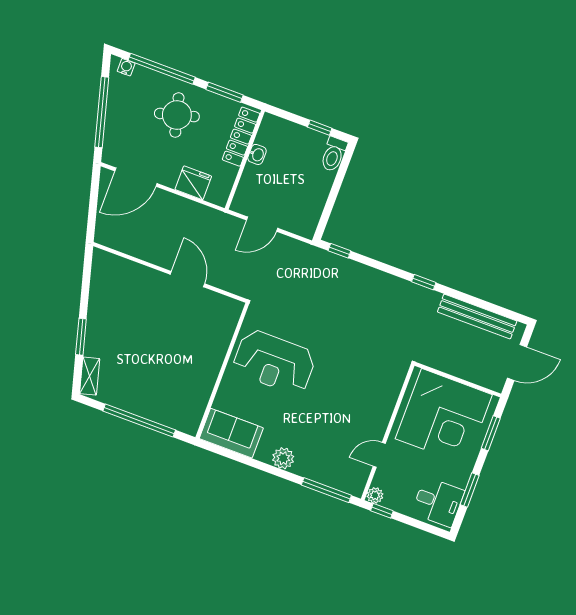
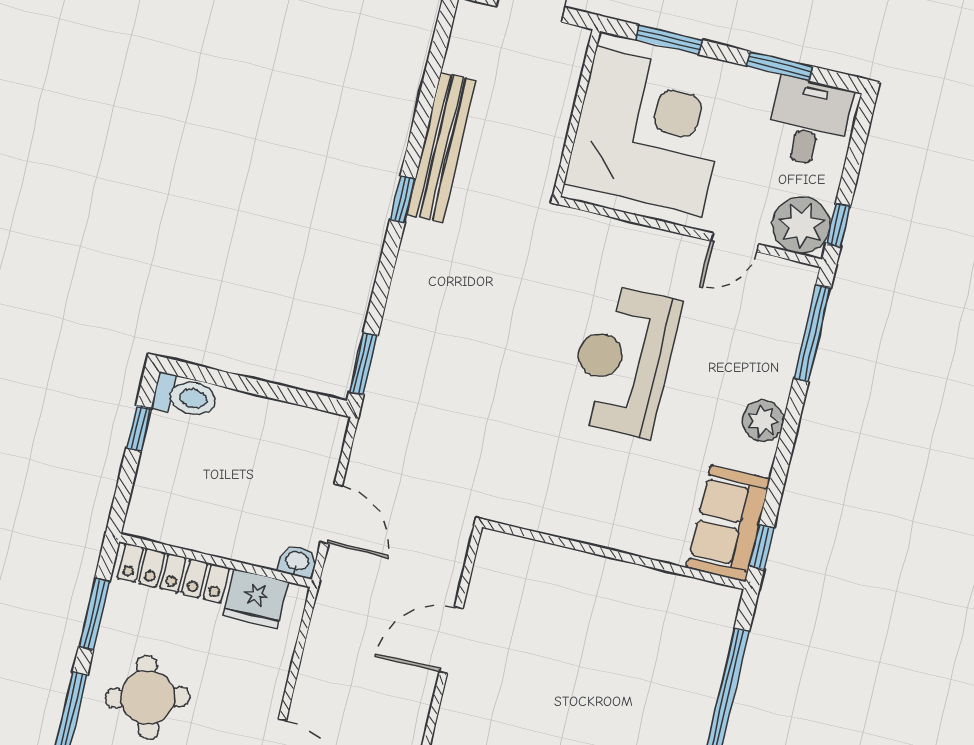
washbasin: (257, 154) -> (297, 562), moved
fridge: (193, 183) -> (255, 598), moved, turned -90
window: (339, 251) -> (364, 363), width x1.50
bench: (477, 316) -> (441, 147), moved
reception desk: (274, 362) -> (623, 360), moved, turned 180
window: (217, 449) -> (762, 547), added
door: (379, 455) -> (735, 243), hinge flipped
plant: (375, 495) -> (801, 225), width x1.87, depth x1.87

